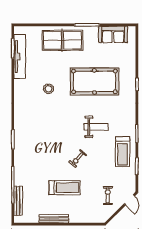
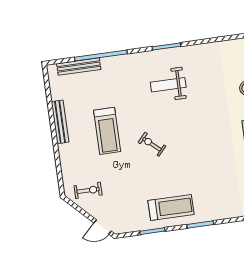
weight bench: (96, 127) -> (168, 85), moved, turned 90
treadmill: (123, 152) -> (171, 207), turned 180
exercise bike: (108, 196) -> (88, 190), moved

